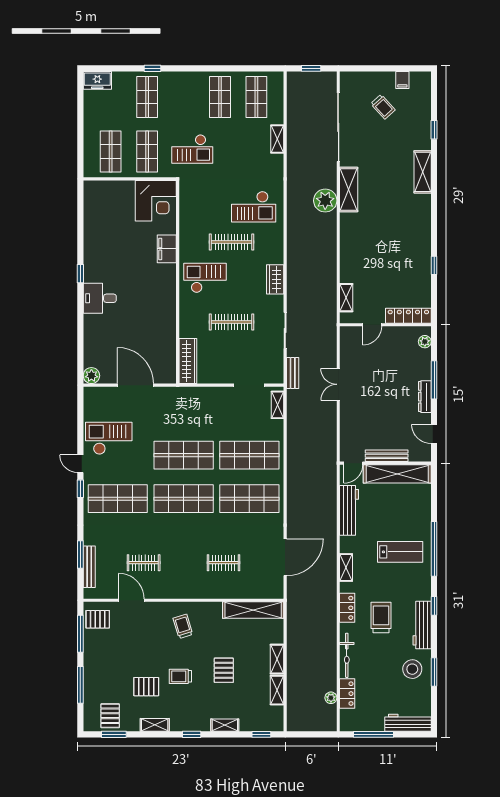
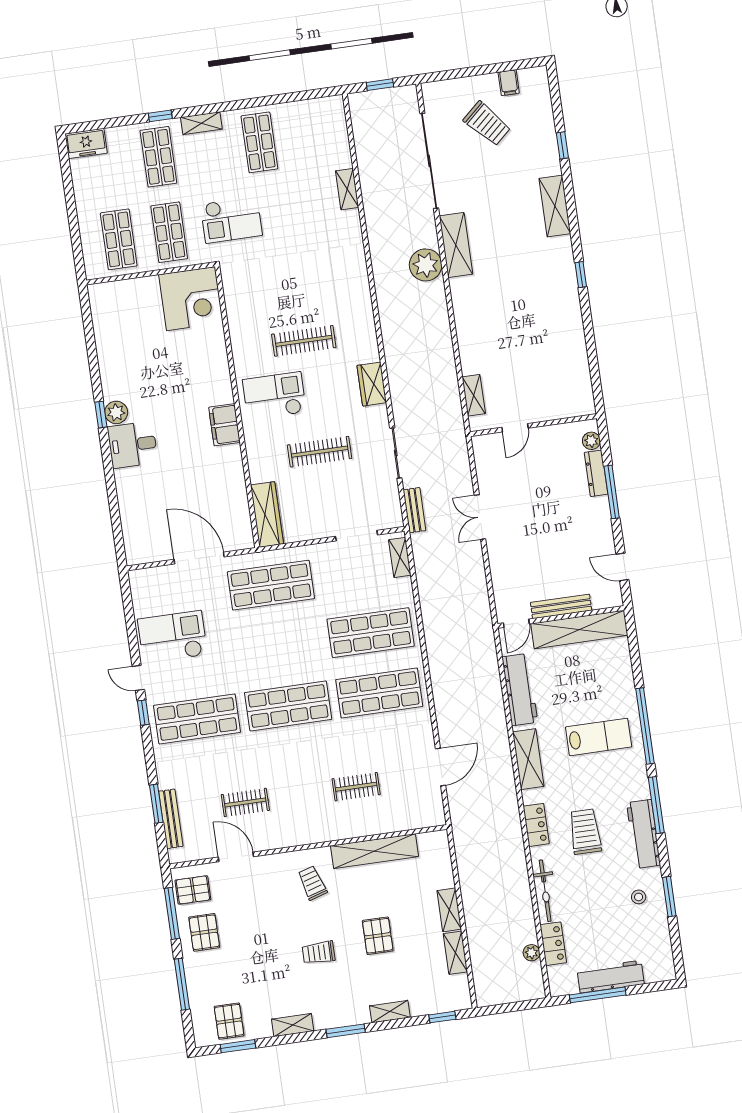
shelving: (181, 78) -> (201, 123), added
shop shelf: (256, 97) -> (310, 135), removed
trolley: (383, 107) -> (487, 124), width x1.36, depth x1.39
checkout: (254, 207) -> (328, 288), removed
filing cabinet: (167, 249) -> (224, 425), moved
window: (434, 265) -> (581, 275), moved
locker: (408, 316) -> (563, 408), removed
plant: (91, 376) -> (116, 412), moved
dresser: (425, 397) -> (596, 473), moved
shop shelf: (184, 455) -> (271, 585), moved
door: (285, 557) -> (440, 767), width x0.73
shelving: (346, 568) -> (528, 759), width x1.50, depth x1.33
window: (434, 606) -> (656, 805), width x2.17
shelving: (253, 610) -> (374, 851), moved
stool: (412, 669) -> (639, 897), width x0.53, depth x0.53
pallet: (146, 687) -> (204, 932), moved, turned 90
workbench: (408, 723) -> (611, 977), moved
window: (192, 734) -> (346, 1031), width x1.50

